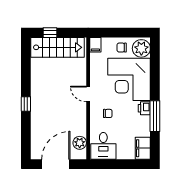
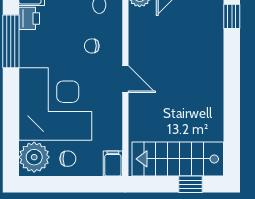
window: (26, 104) -> (232, 16), moved
printer: (144, 108) -> (29, 18), moved

